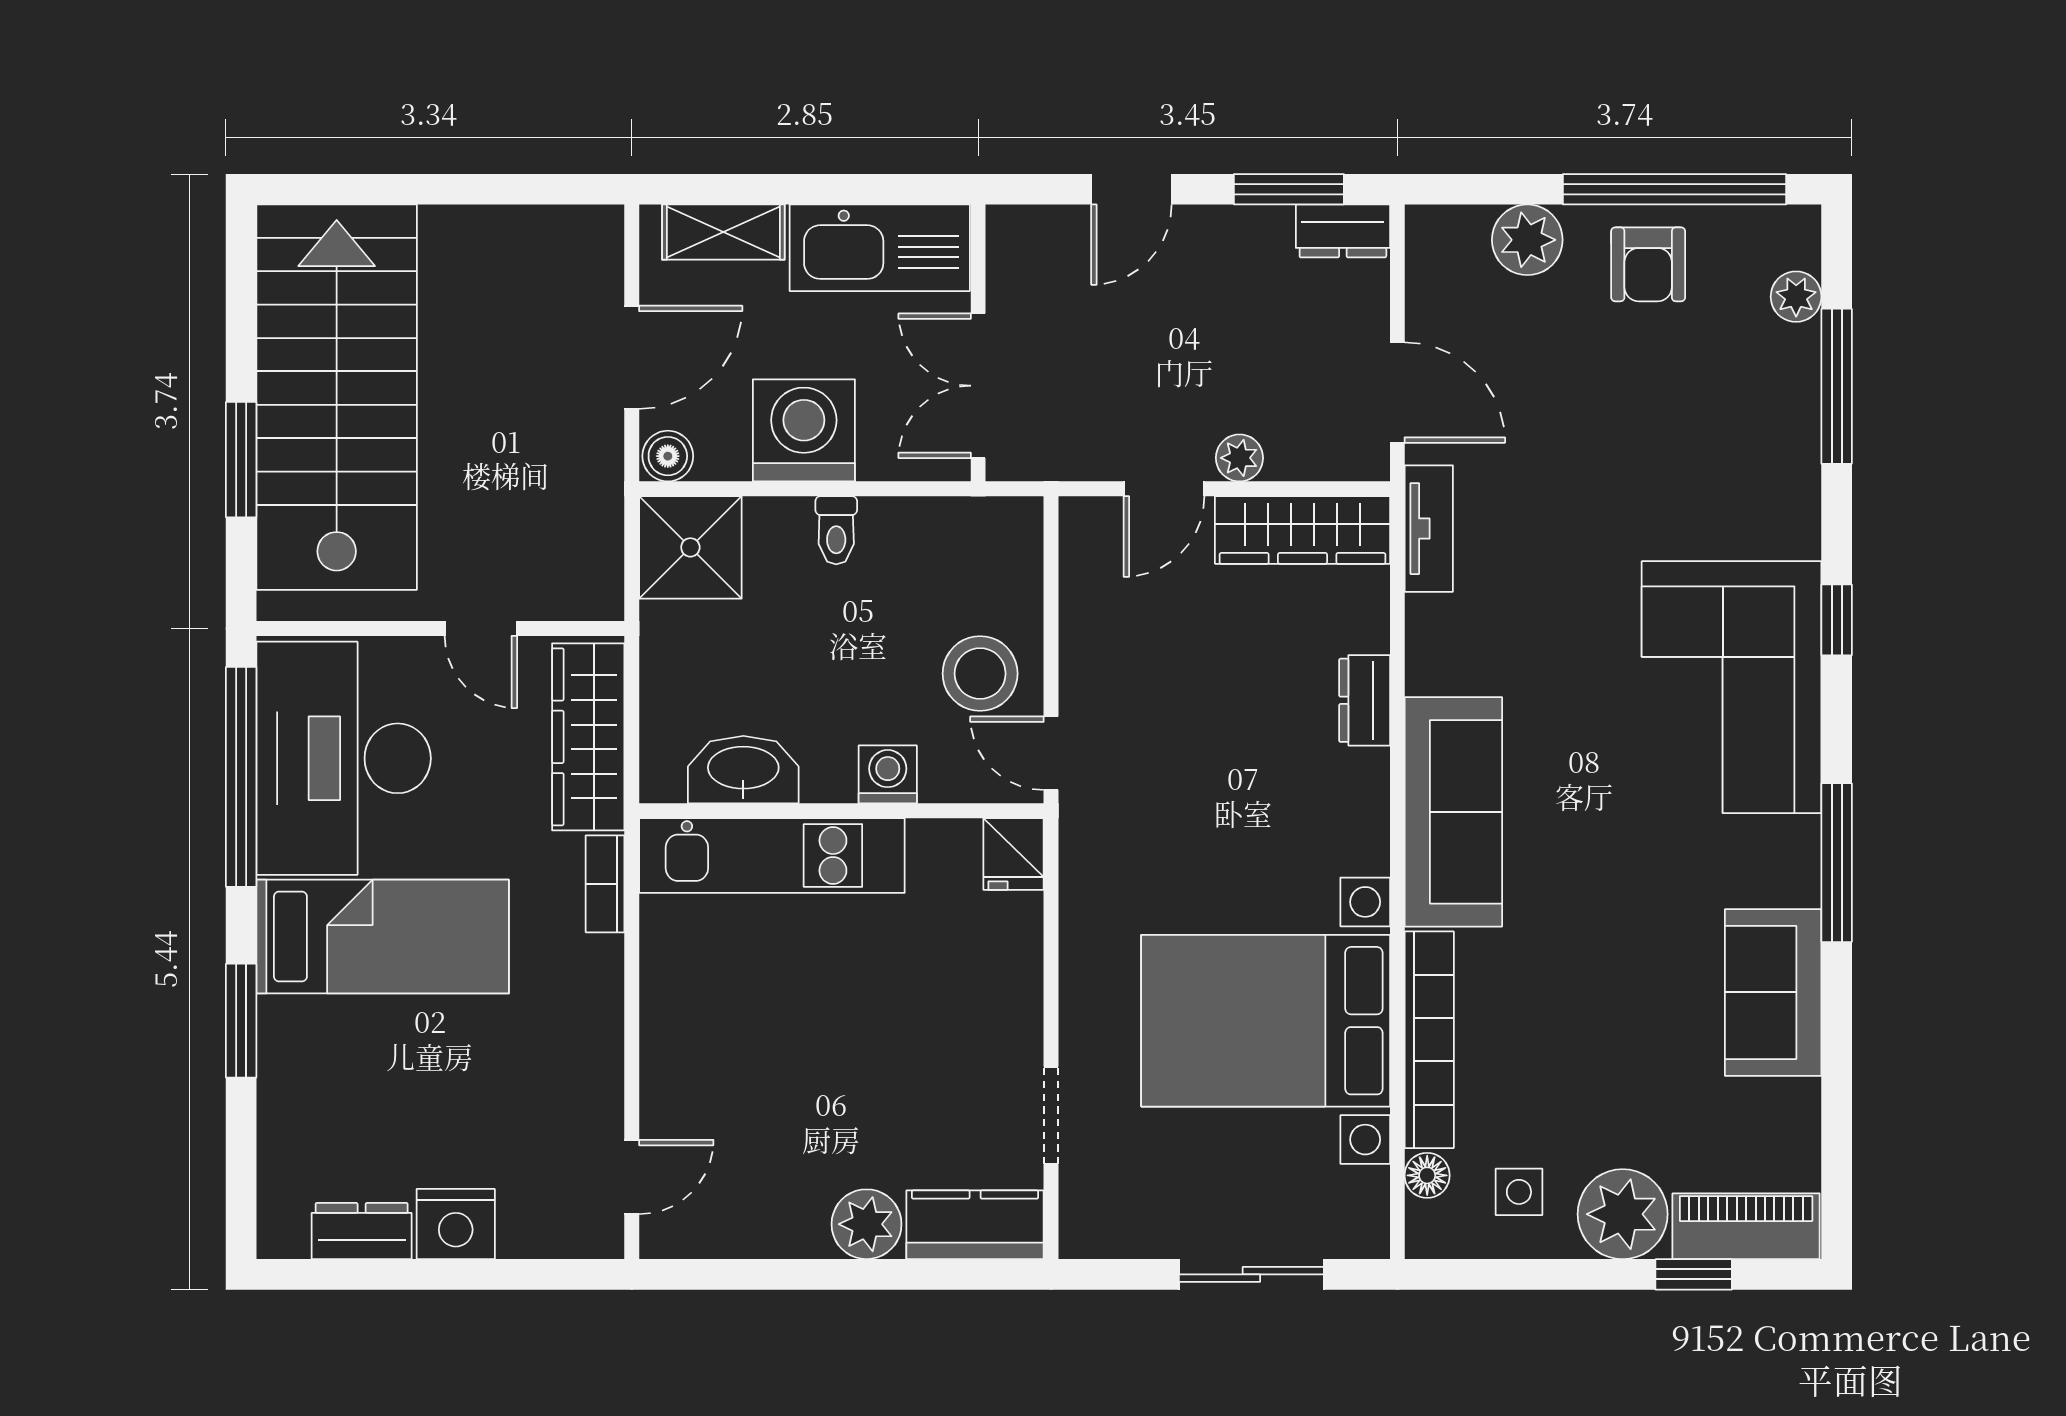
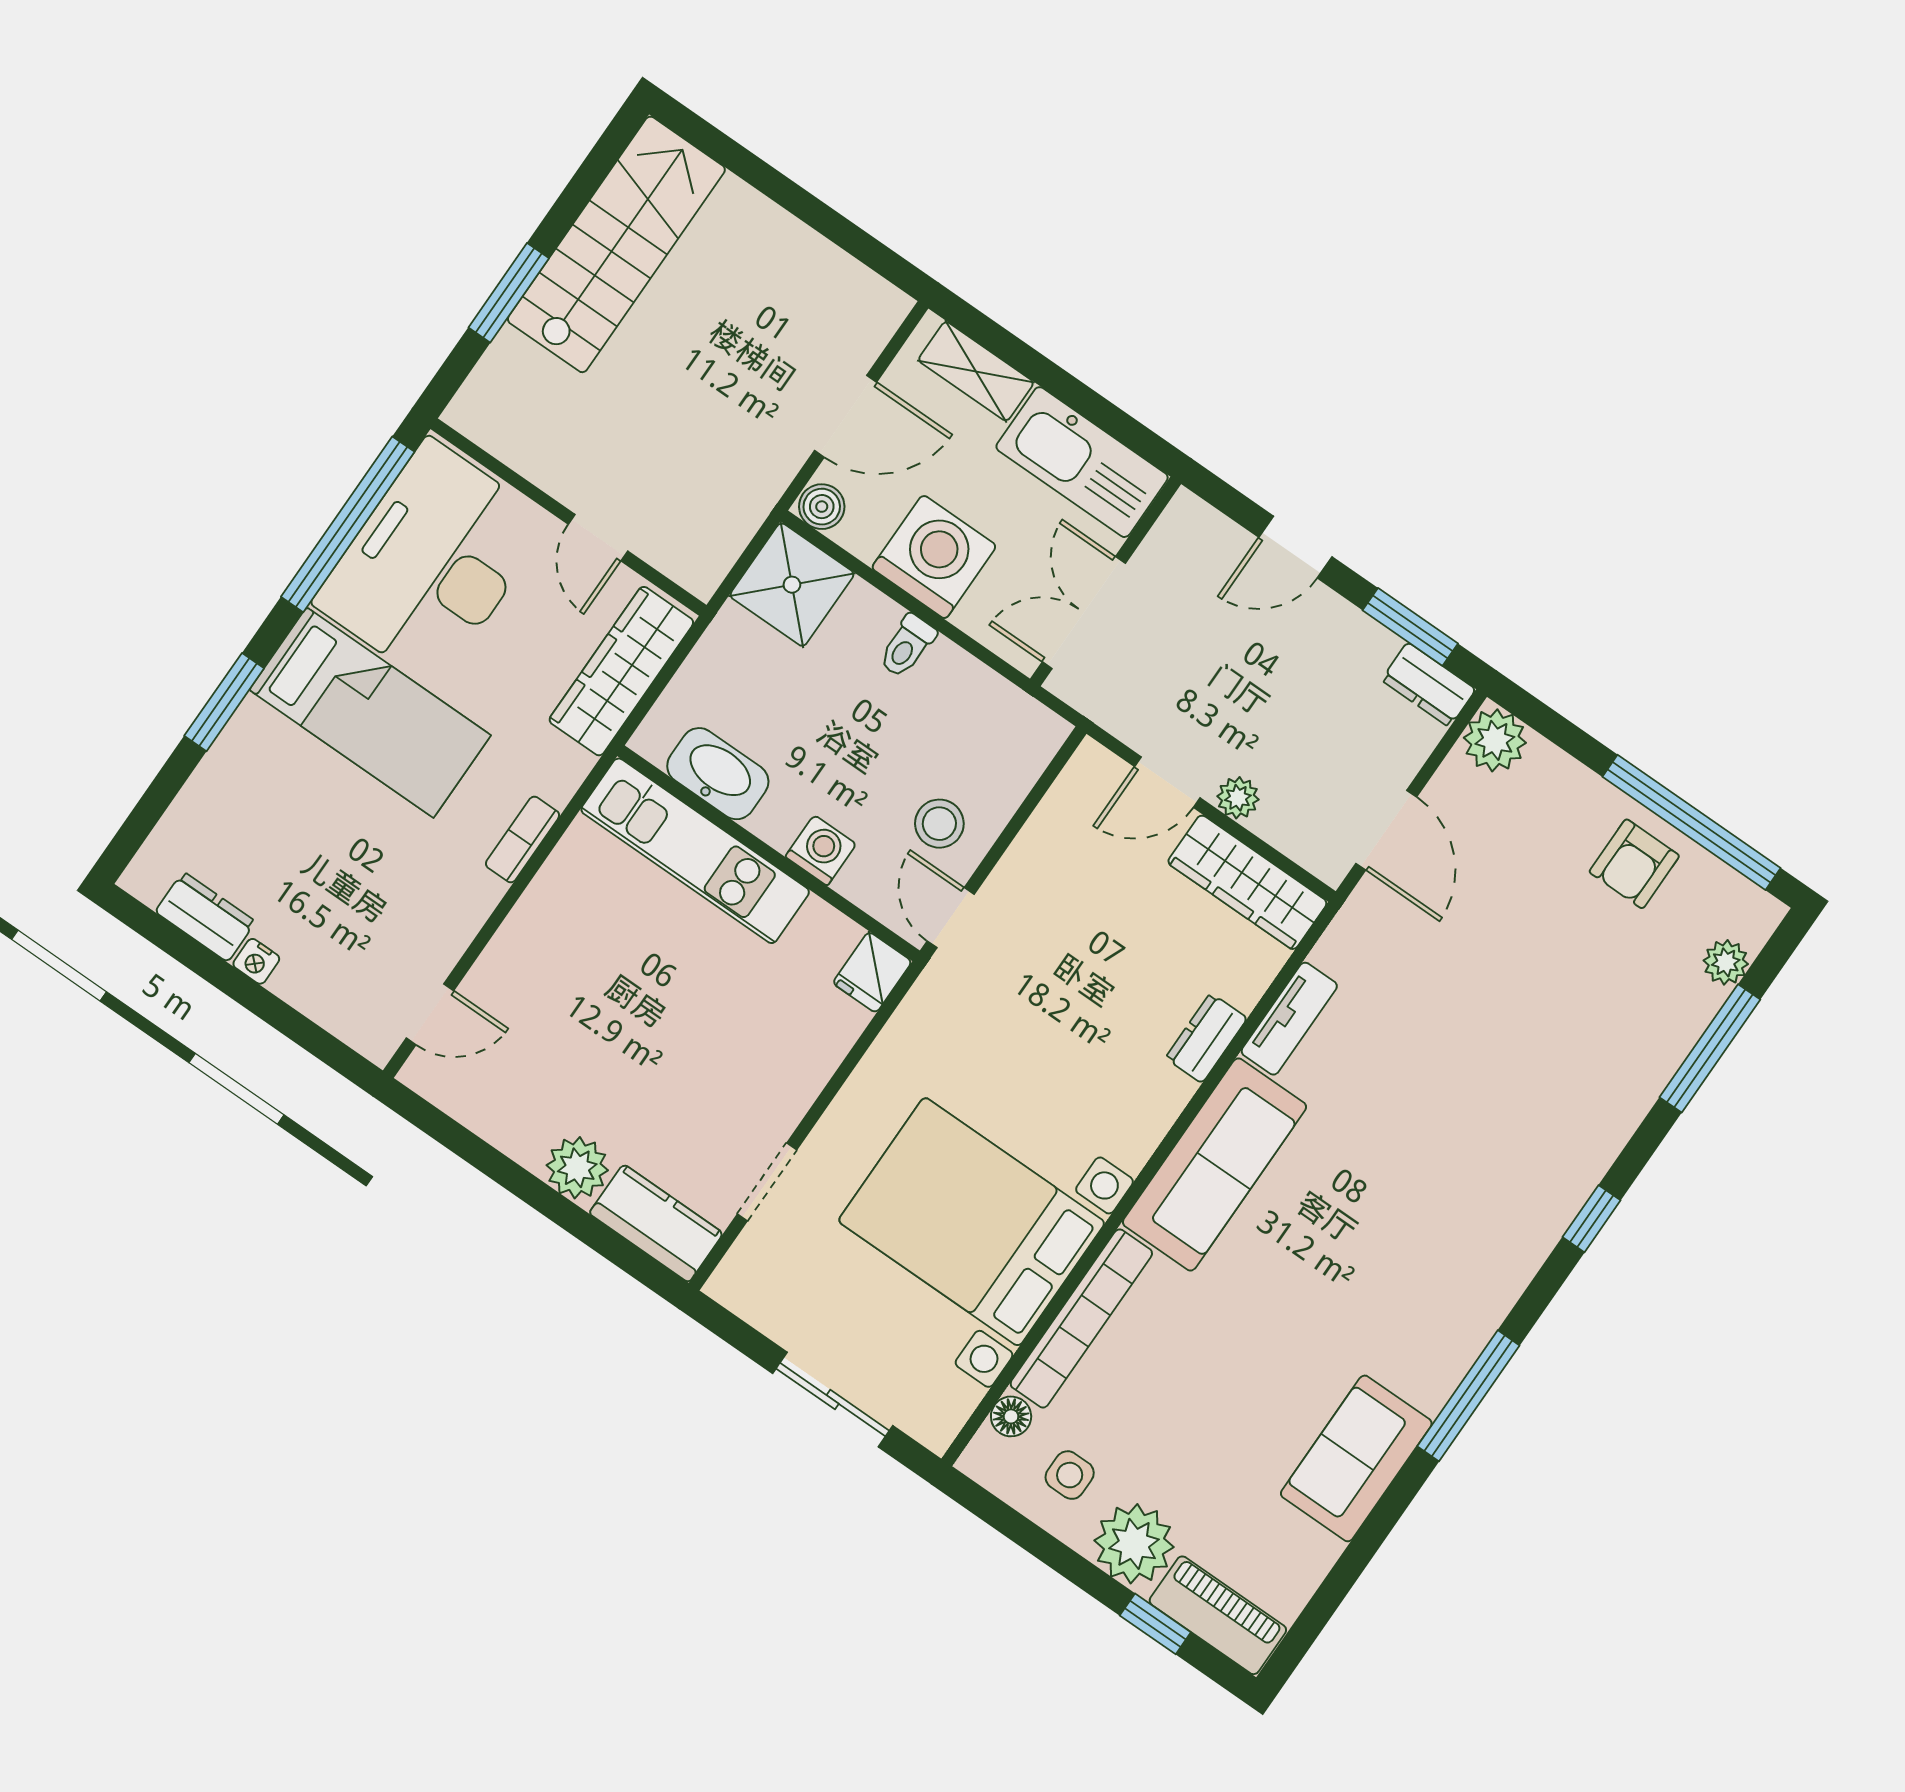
plant: (1527, 240) -> (1495, 740), moved
stairs: (337, 397) -> (616, 244), width x0.73, depth x0.66
tv unit: (1429, 529) -> (1289, 1019), moved
stool: (980, 674) -> (939, 824), width x0.73, depth x0.73
corner sofa: (1732, 687) -> (1481, 1215), removed
bookcase: (605, 884) -> (523, 839), moved
nightstand: (456, 1224) -> (256, 961), width x0.53, depth x0.56

